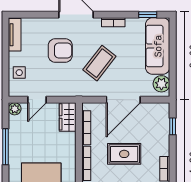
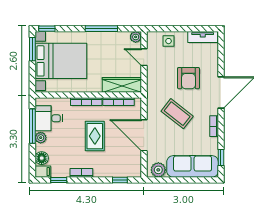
wardrobe: (68, 117) -> (122, 85), width x1.50

